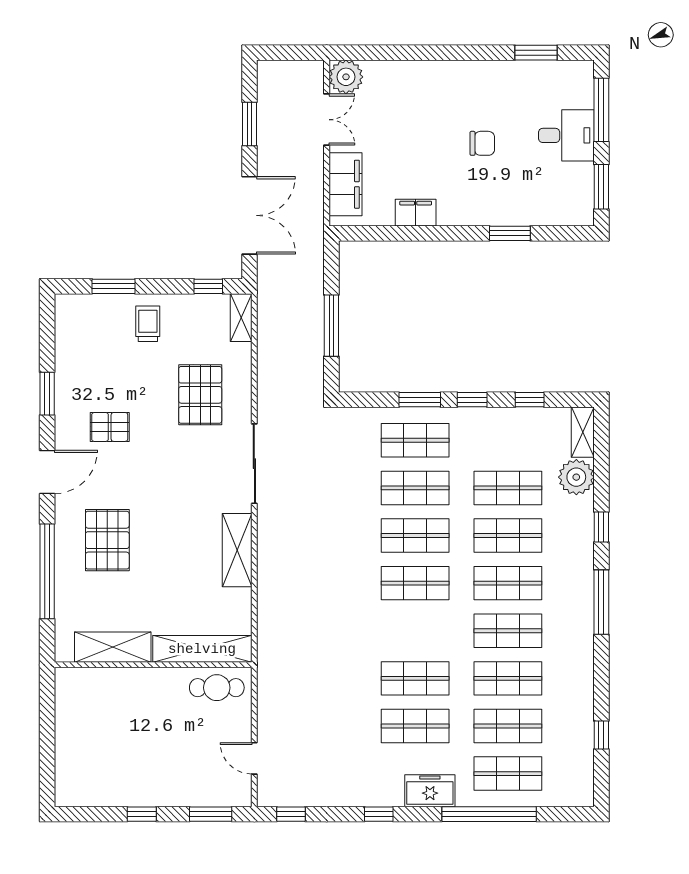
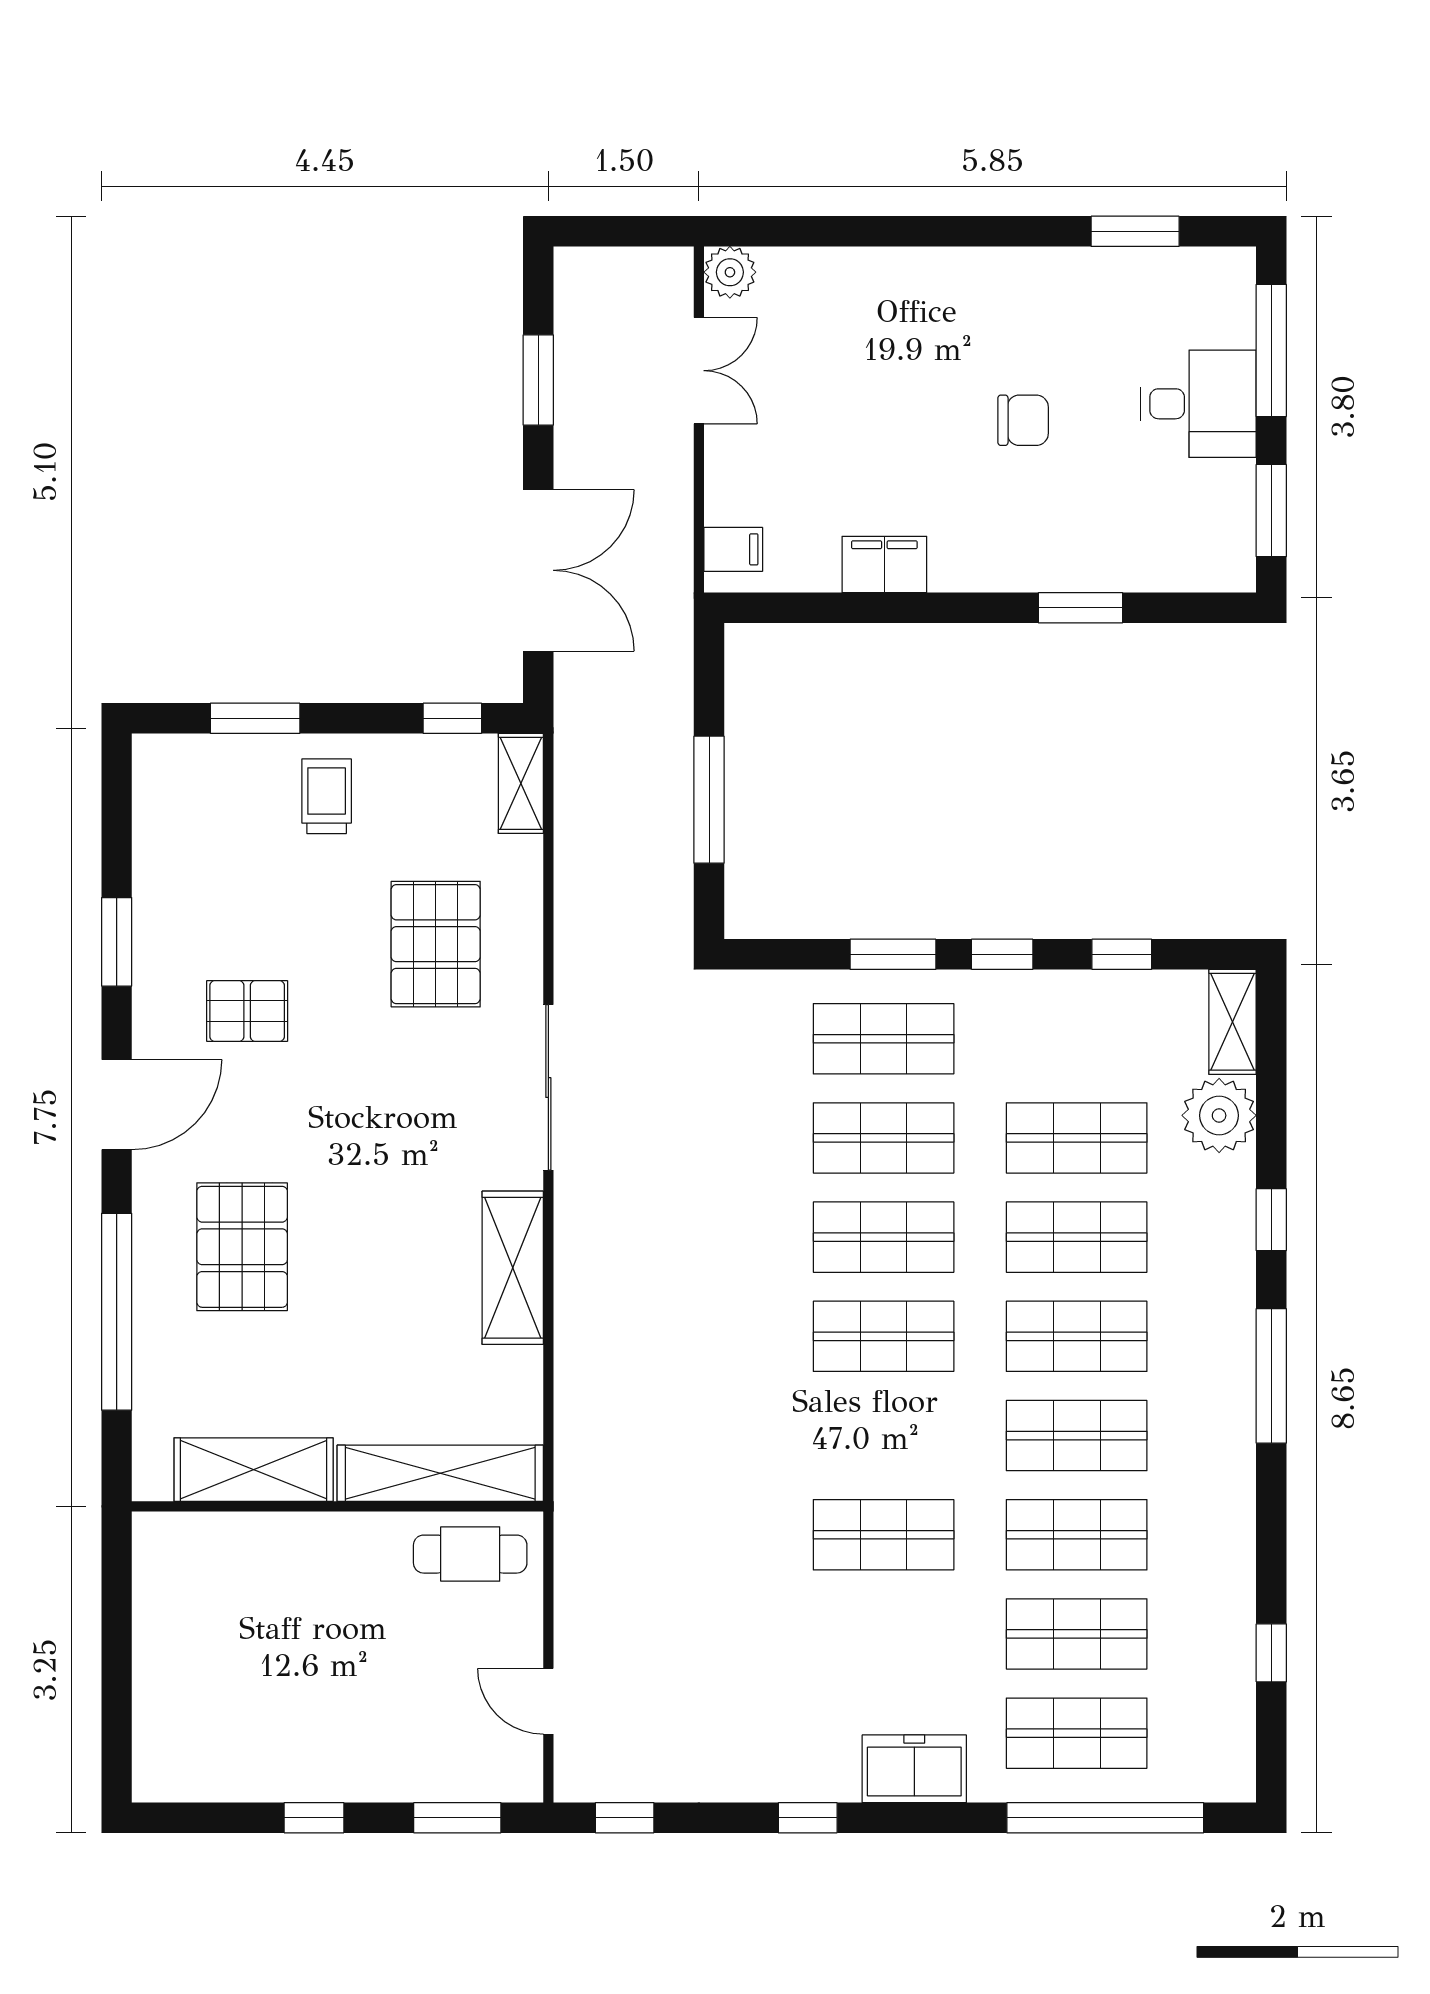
plant: (346, 77) -> (730, 272), width x0.73, depth x0.73
filing cabinet: (345, 184) -> (733, 549), width x0.33, depth x0.86
shop shelf: (415, 726) -> (884, 1634), removed
window: (489, 814) -> (1105, 1818), moved

